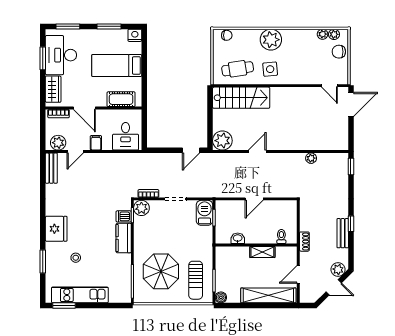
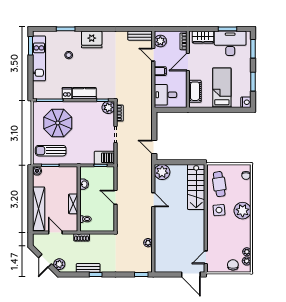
dishwasher: (124, 216) -> (67, 93), moved

